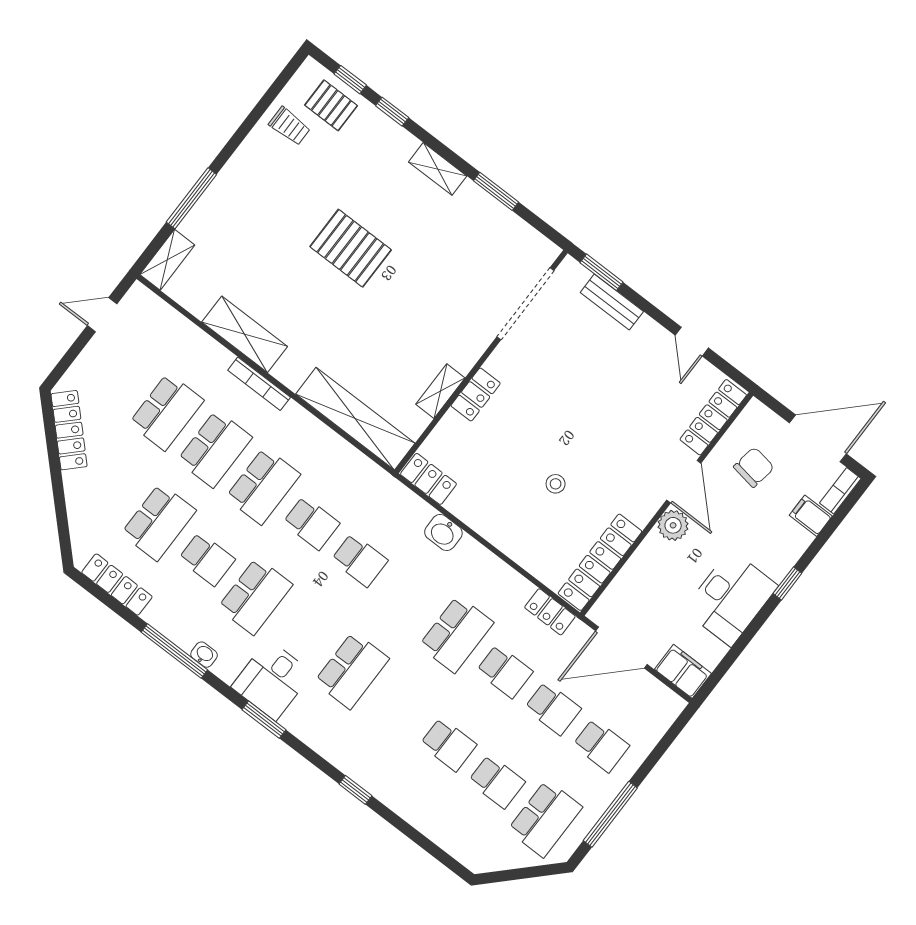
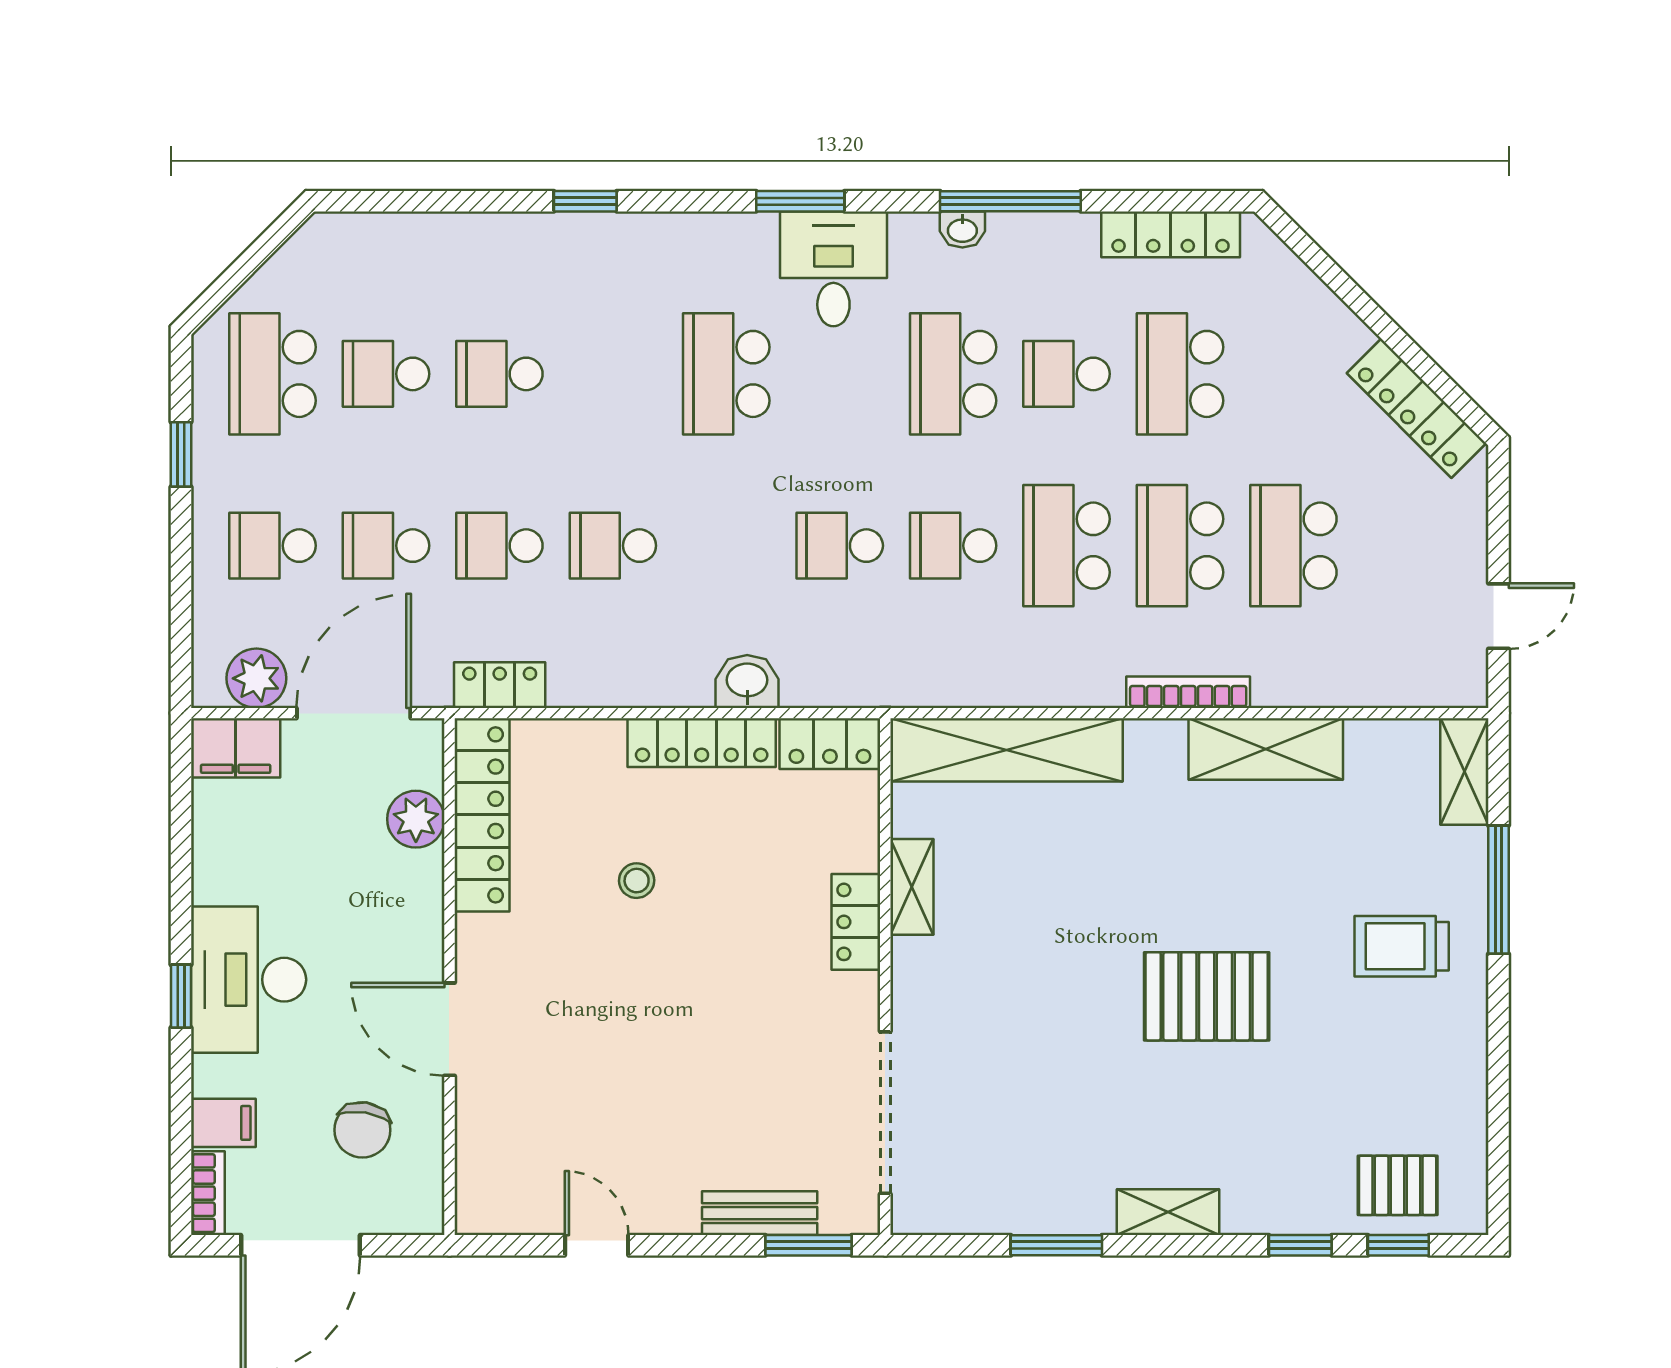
trolley: (289, 126) -> (1402, 946), moved, width x1.36, depth x1.39
locker: (713, 417) -> (702, 743), moved, turned 90
plant: (673, 525) -> (416, 819), moved
desk: (731, 598) -> (249, 980), moved
school desk: (456, 634) -> (613, 546), width x0.54
plant: (651, 694) -> (256, 678), added
window: (610, 814) -> (181, 454), width x0.46

